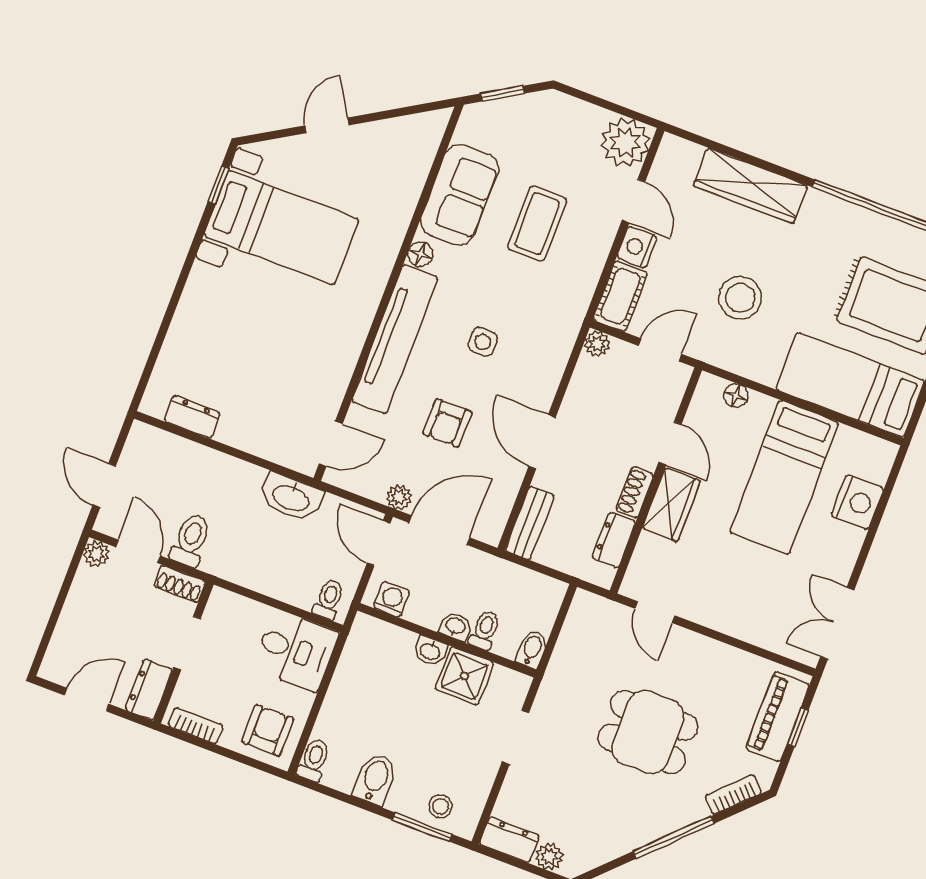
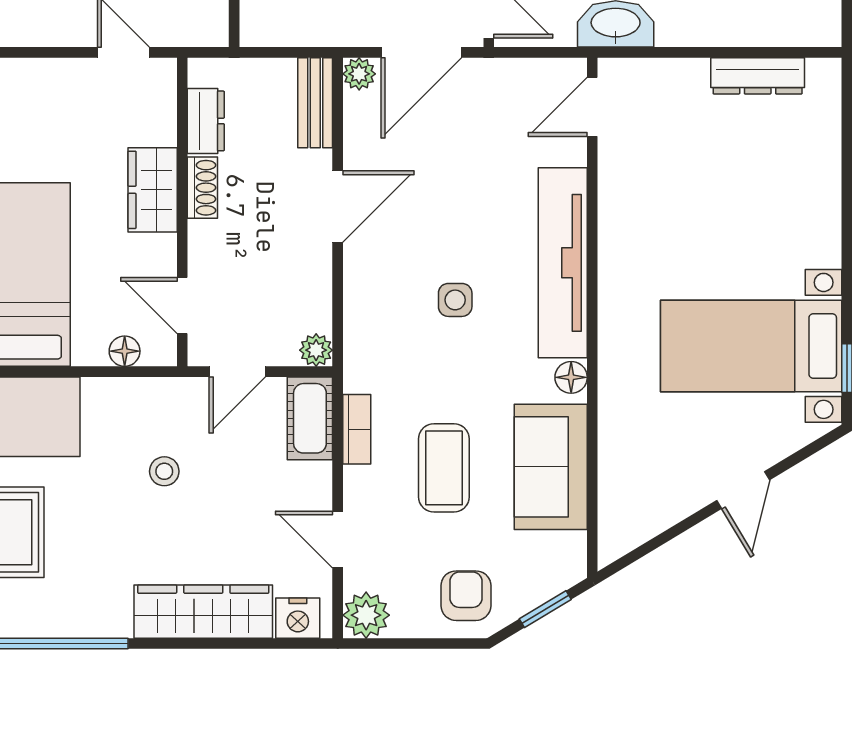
plant: (625, 142) -> (366, 615), width x0.73, depth x0.73
nightstand: (637, 247) -> (298, 618), moved, turned 90
bookcase: (589, 275) -> (357, 429), added
stool: (740, 298) -> (164, 471), width x0.53, depth x0.53
dresser: (192, 417) -> (758, 76), width x1.44
armchair: (447, 423) -> (466, 596), moved
door: (542, 442) -> (338, 206), hinge flipped
door: (670, 443) -> (182, 306), moved
plant: (399, 497) -> (359, 74), moved

